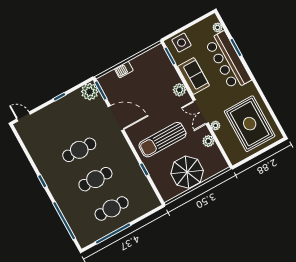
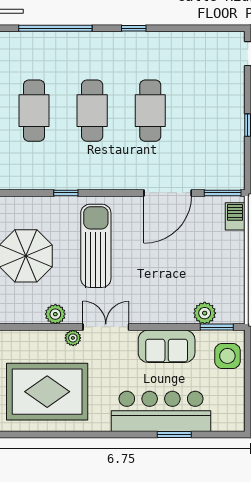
plant: (217, 27) -> (220, 423), removed
barbecue: (124, 69) -> (235, 216), moved
plant: (179, 90) -> (205, 313), moved
plant: (90, 92) -> (230, 175), removed

